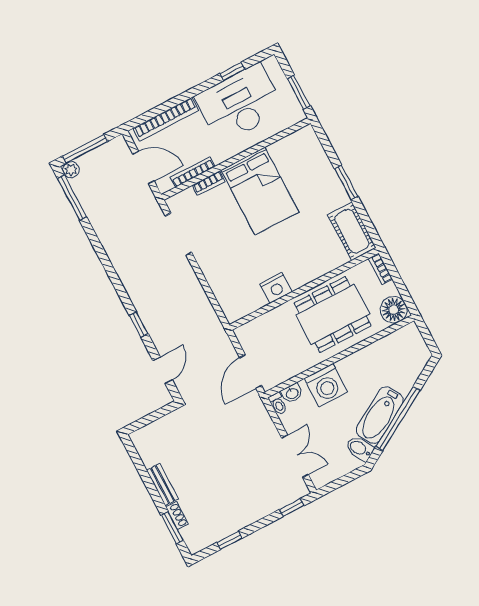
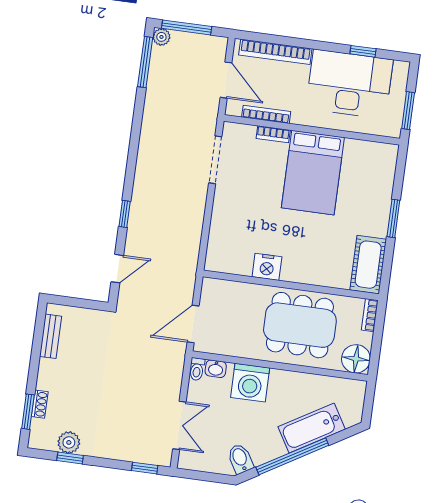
bathtub: (380, 415) -> (312, 428), moved
bench: (162, 485) -> (51, 336), moved
plant: (220, 529) -> (69, 442), added

